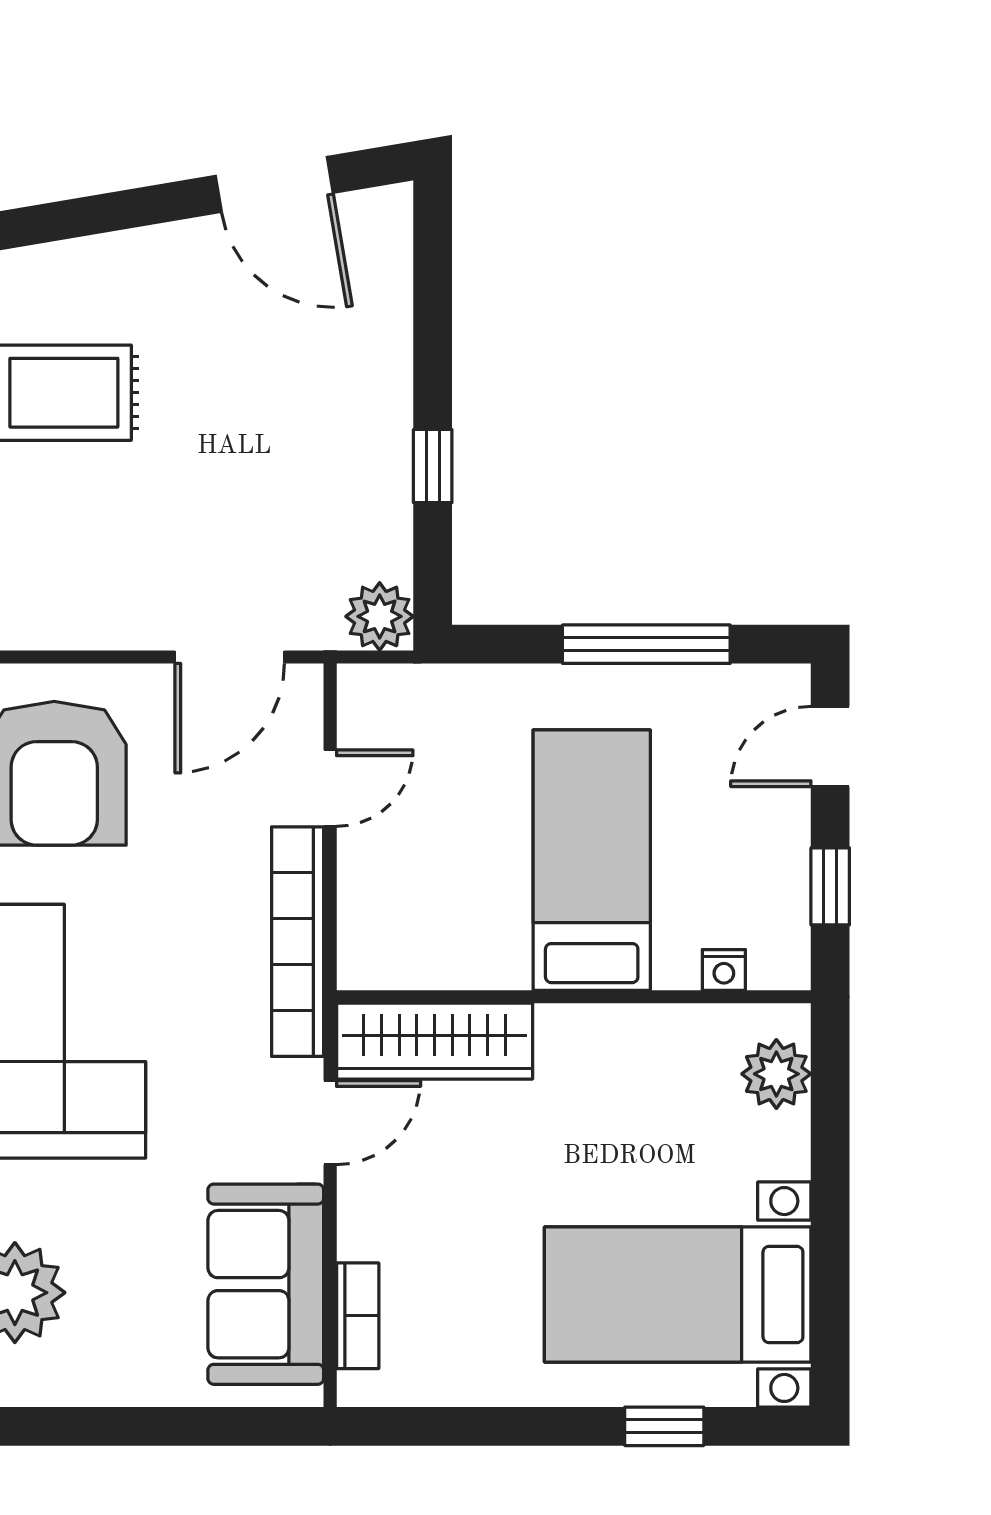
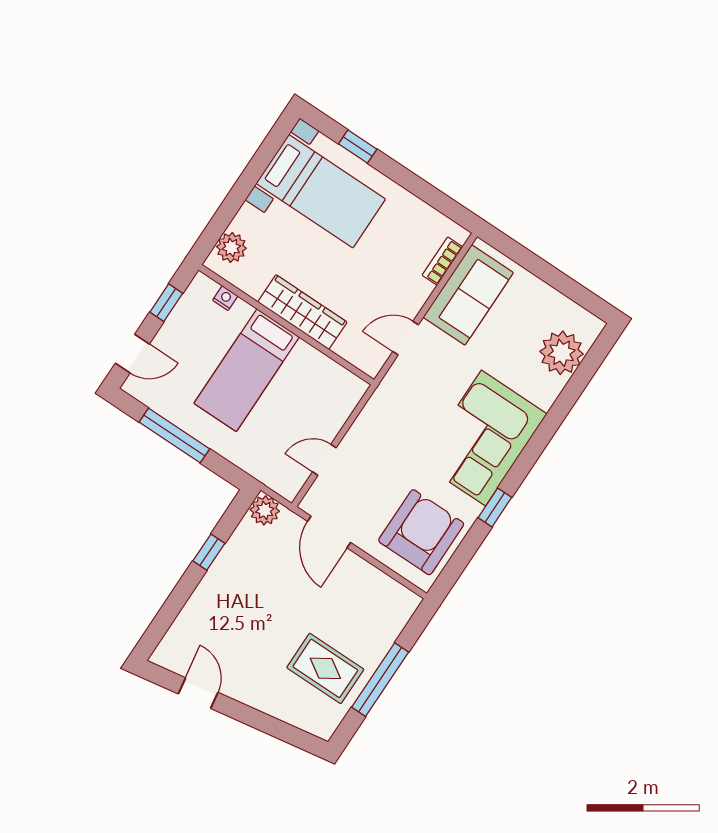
door: (274, 184) -> (198, 693), width x0.73
door: (230, 657) -> (329, 532), swing flipped
bookcase: (298, 942) -> (373, 412), removed
wardrobe: (435, 1041) -> (302, 312), moved

